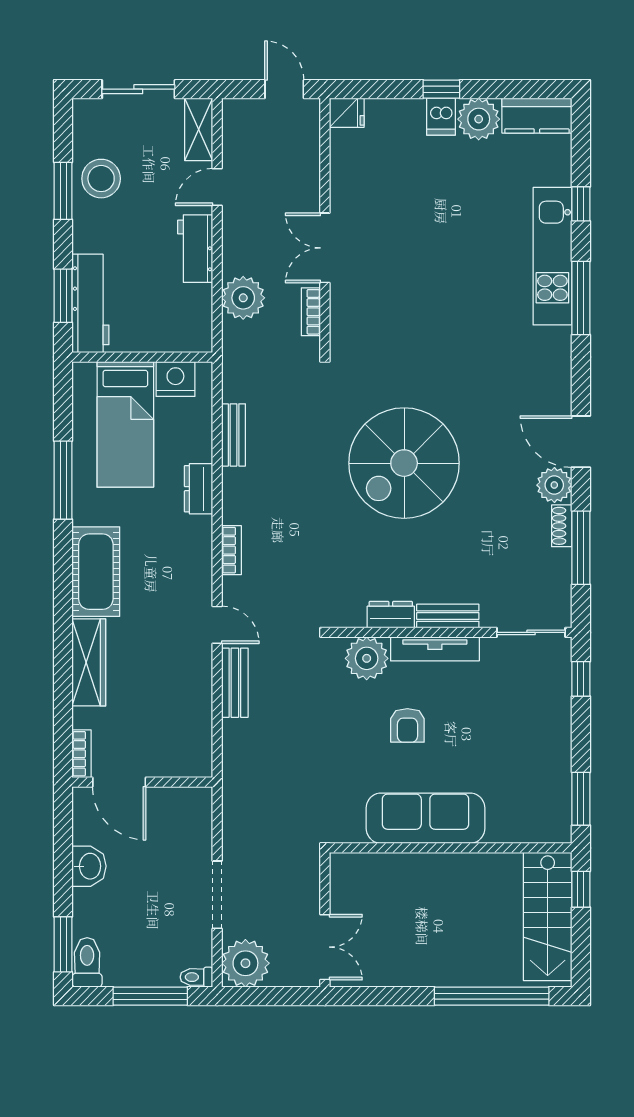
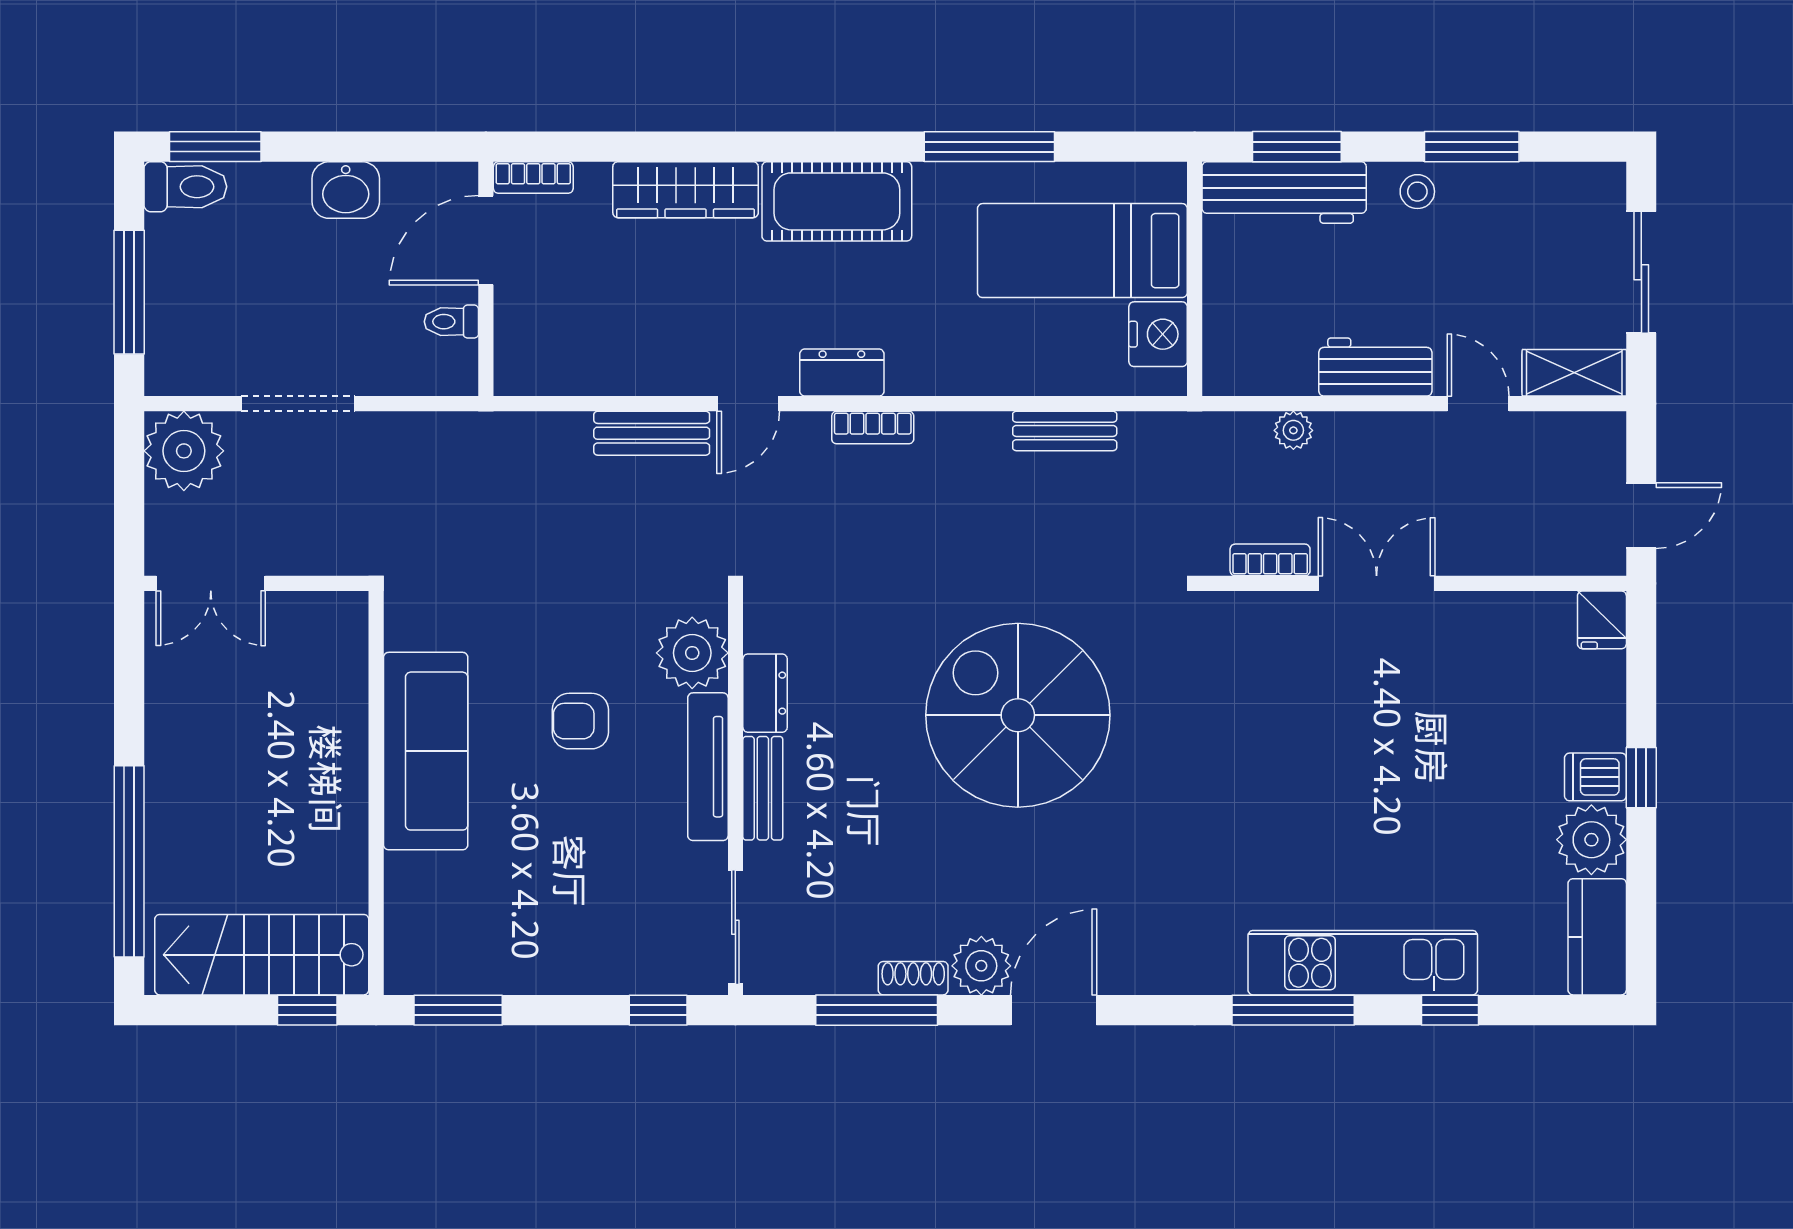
stool: (101, 179) -> (1417, 192), moved, width x0.53, depth x0.53
plant: (243, 298) -> (1293, 430), width x0.53, depth x0.53
dresser: (198, 489) -> (842, 373), moved
toilet: (196, 977) -> (451, 322), moved, turned -90

